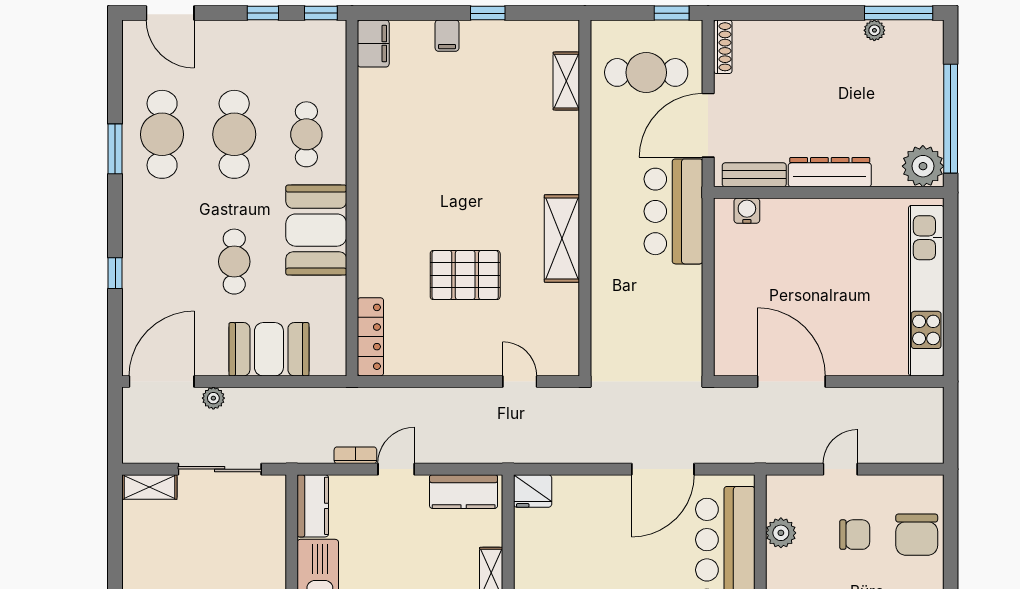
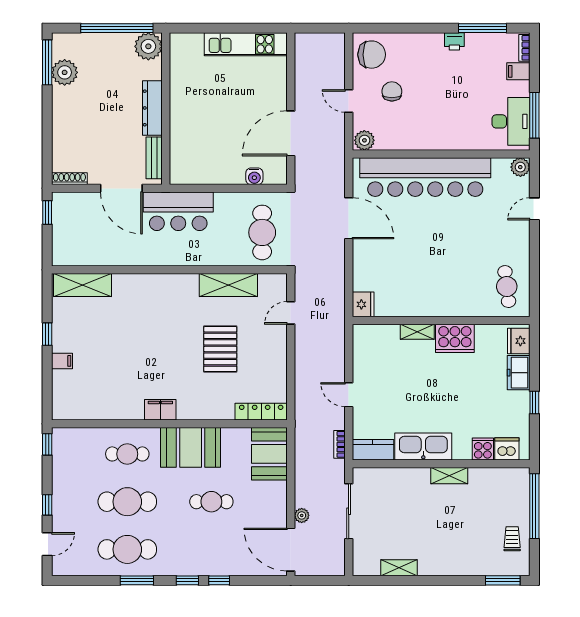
door: (170, 13) -> (47, 544), width x0.73
window: (263, 13) -> (47, 505), moved
plant: (874, 30) -> (65, 72), width x1.87, depth x1.87
filing cabinet: (373, 44) -> (160, 410), moved
cafe table: (646, 72) -> (262, 232), moved
shelving: (566, 81) -> (82, 285), width x1.50, depth x1.33
water cooler: (747, 211) -> (254, 176), moved, turned -90
window: (115, 225) -> (187, 580), added
shelving: (562, 238) -> (228, 285), moved
kitchen unit: (926, 291) -> (246, 44), width x0.73
booth: (269, 349) -> (269, 454), moved
bookcase: (355, 455) -> (339, 444), moved
shelving: (149, 487) -> (399, 568), moved, turned 90
kitchen counter: (464, 492) -> (364, 350), removed
plant: (781, 533) -> (364, 140), moved
chair: (917, 535) -> (372, 55), moved

